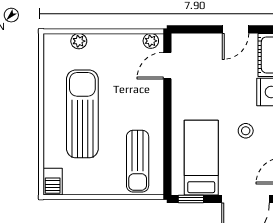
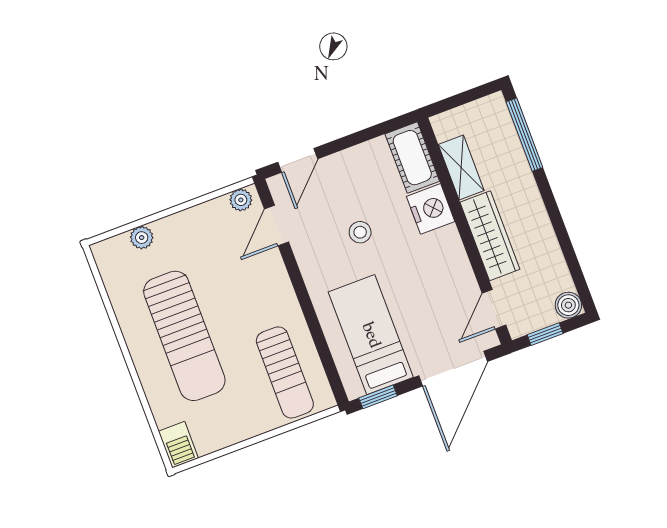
door: (236, 29) -> (298, 160), moved
sun lounger: (82, 114) -> (184, 336), turned 180
stool: (246, 131) -> (360, 232), moved

